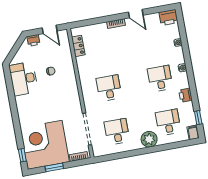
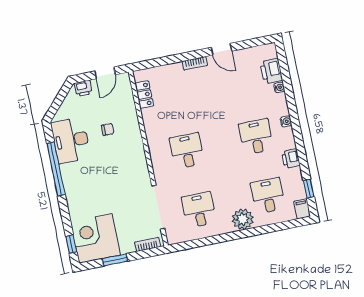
printer: (168, 17) -> (271, 71), moved, turned 90
door: (50, 29) -> (105, 73), hinge flipped
window: (12, 99) -> (56, 169), added
corner desk: (45, 145) -> (95, 239), width x0.74, depth x0.74

